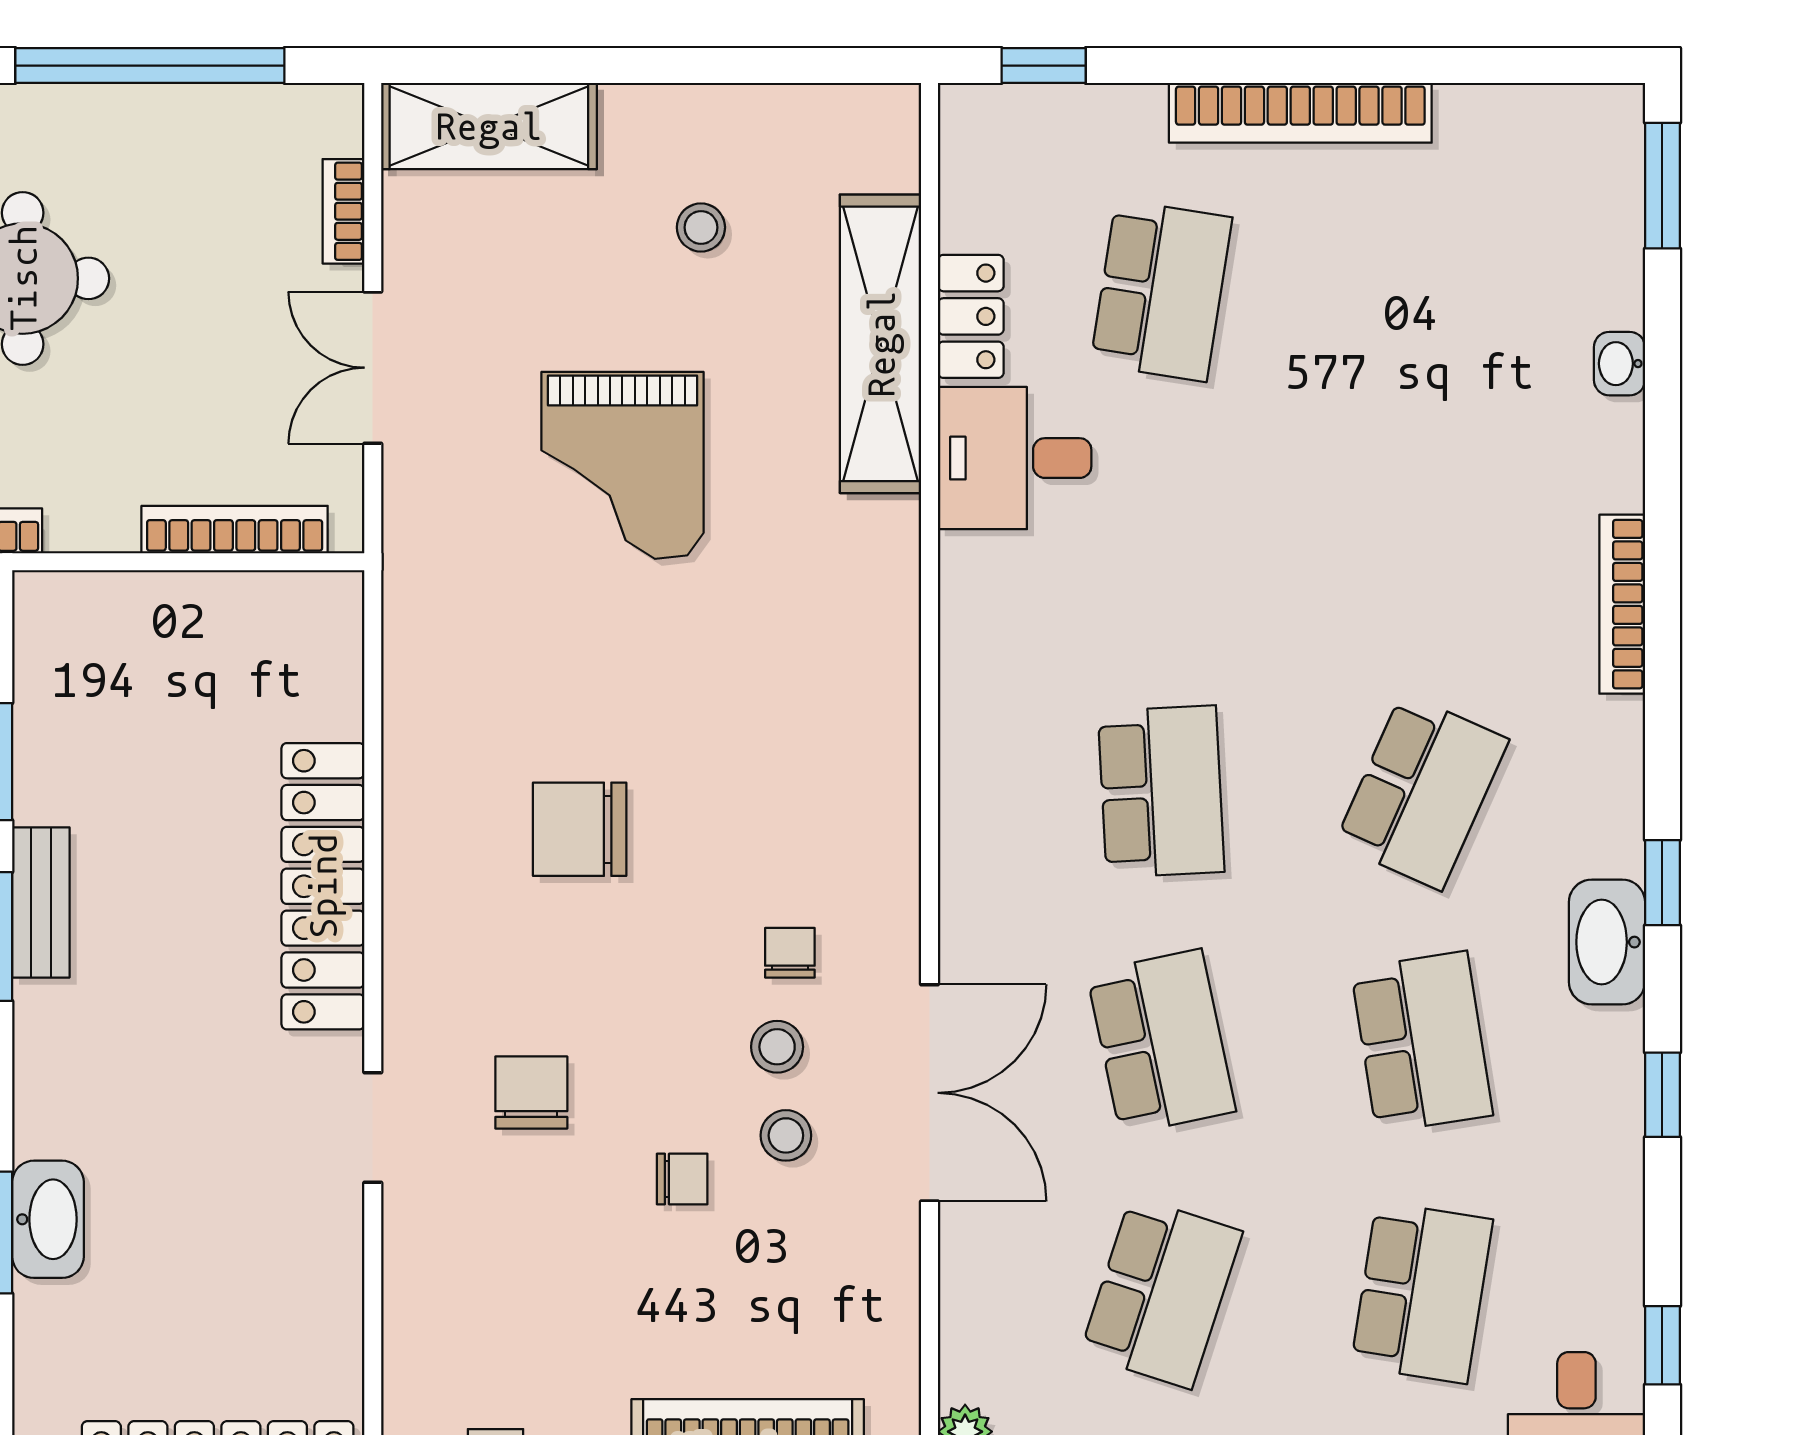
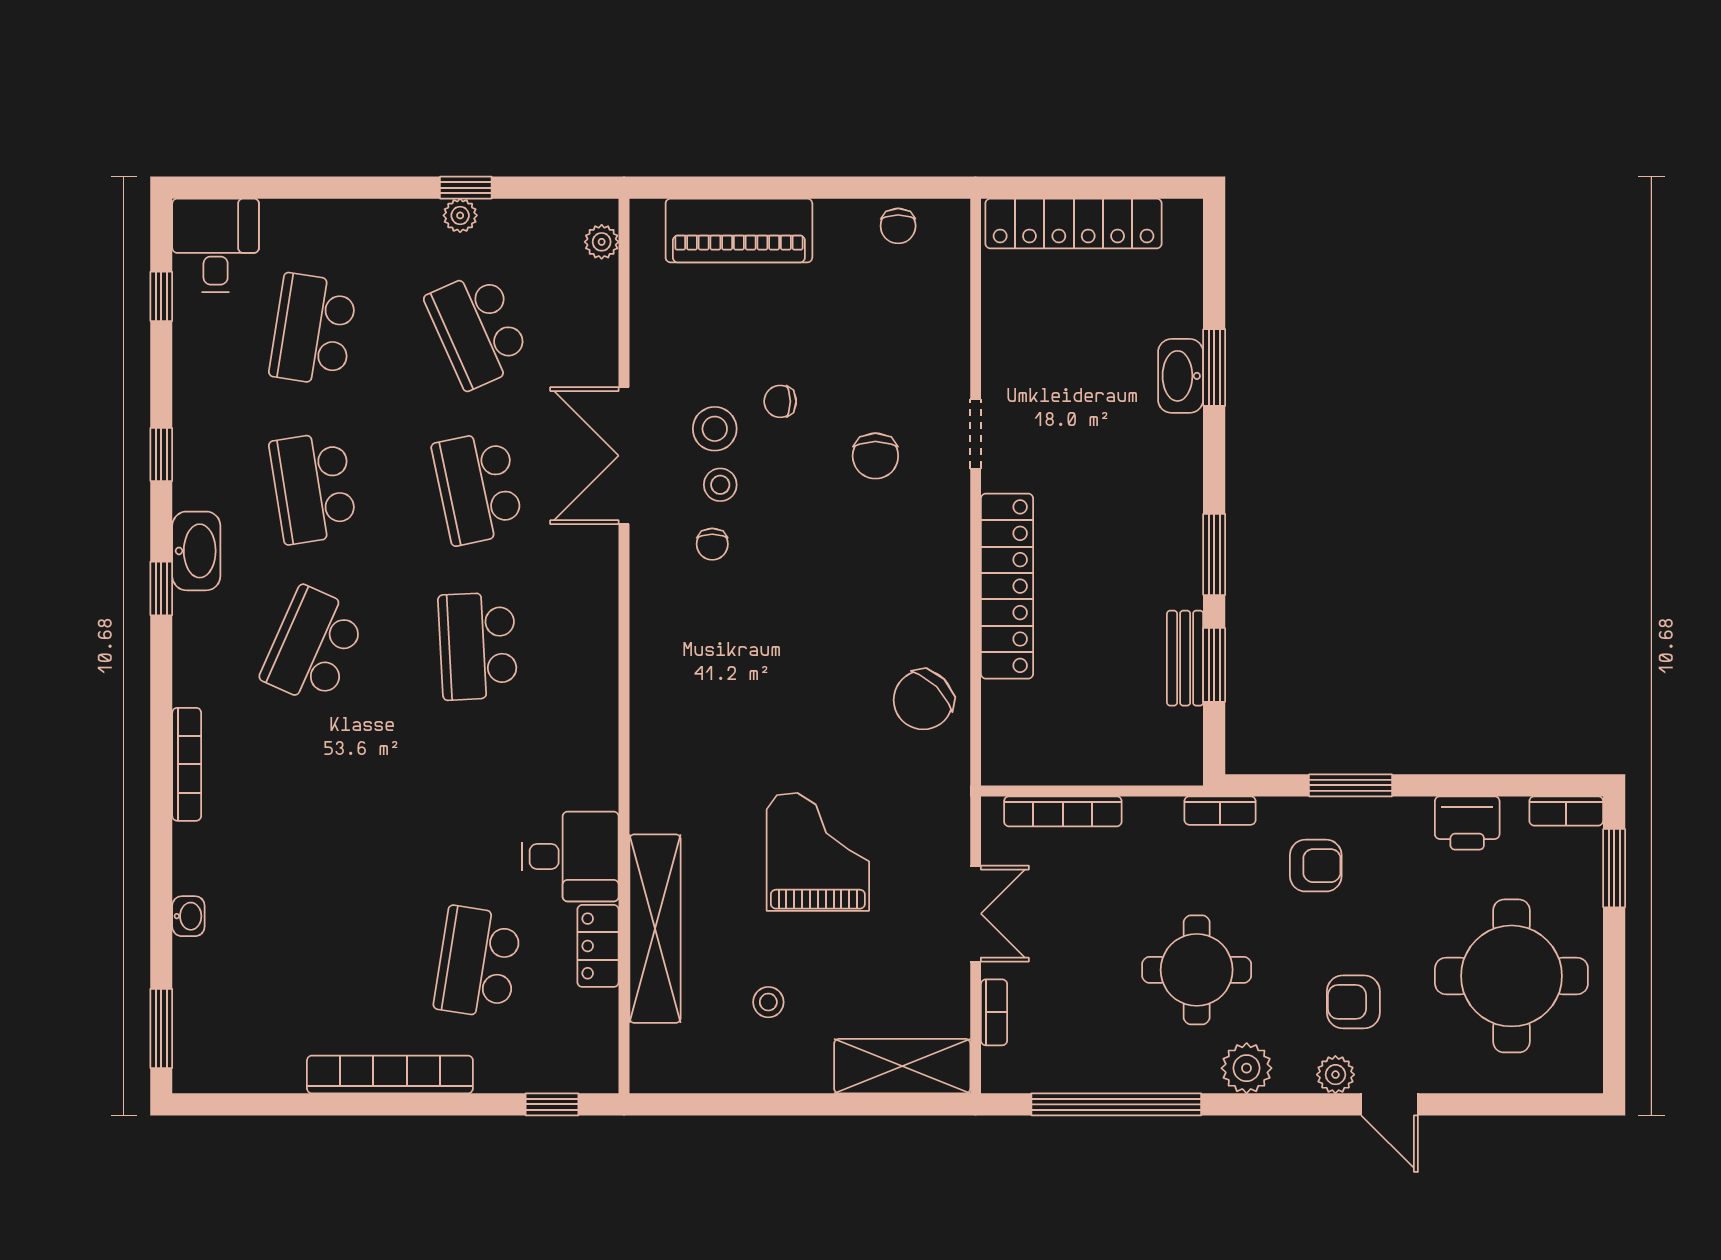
chair: (580, 829) -> (923, 700), moved, turned 135
bench: (41, 902) -> (1185, 658), moved
stool: (786, 1135) -> (715, 429), width x1.37, depth x1.37
school desk: (1161, 1293) -> (478, 330), turned -42

